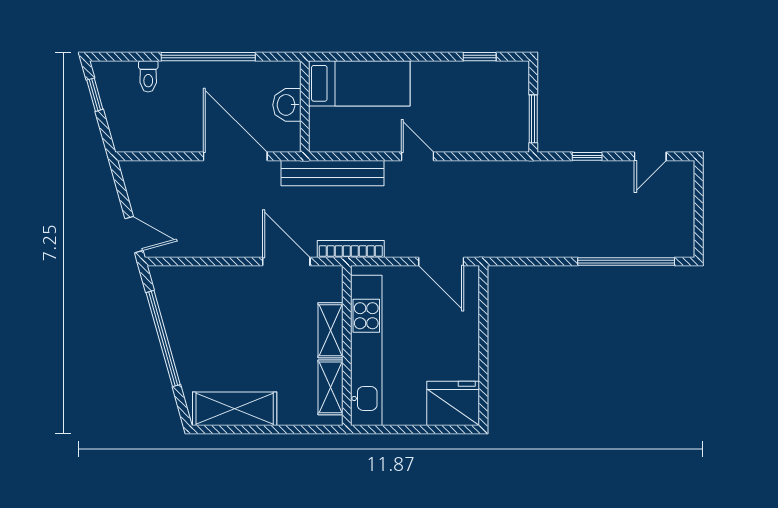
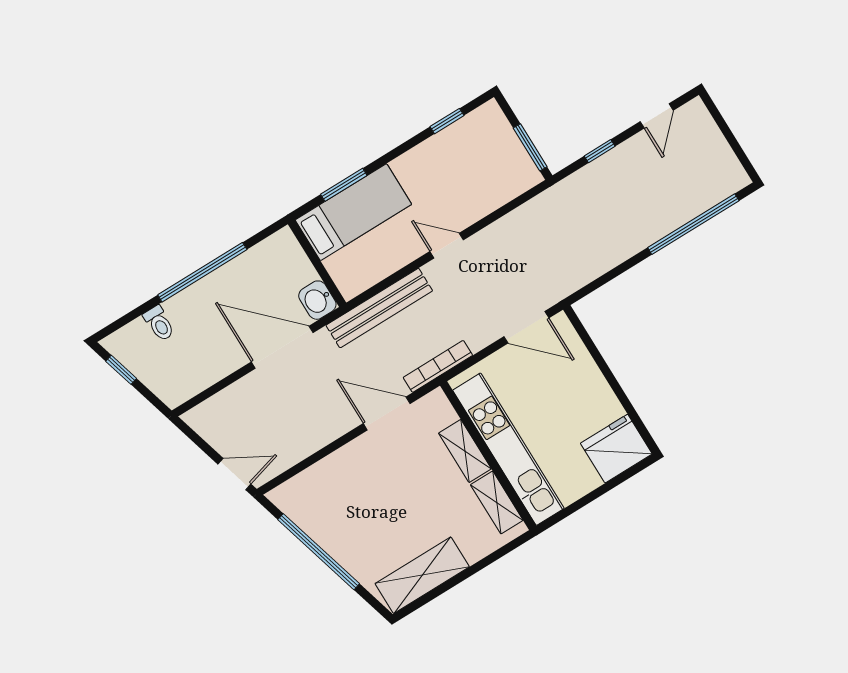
window: (365, 57) -> (344, 185), added
washbasin: (287, 105) -> (317, 300), moved

